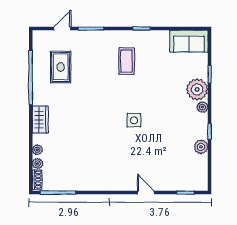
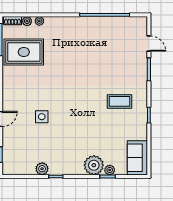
rug: (61, 67) -> (24, 52), moved, width x1.36, depth x1.43
plant: (202, 107) -> (110, 170), moved
wardrobe: (40, 120) -> (67, 24), removed
side table: (134, 120) -> (42, 117), moved

